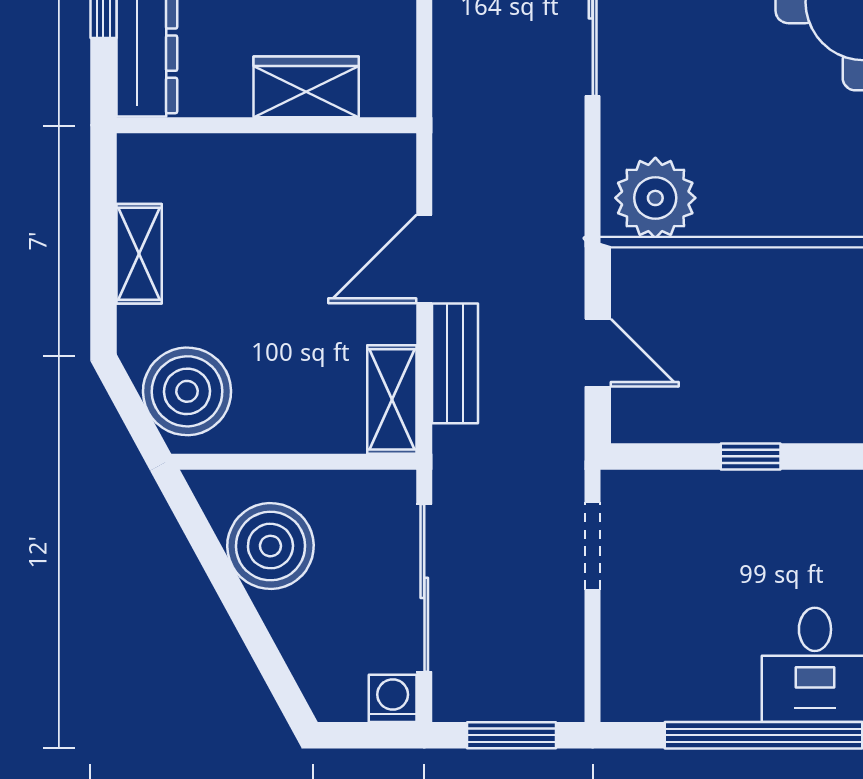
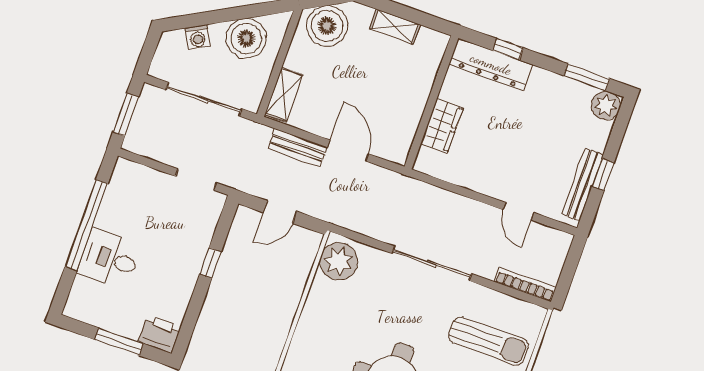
shelving: (392, 399) -> (284, 94), moved, turned 90
washing machine: (393, 698) -> (198, 37), moved, turned 61

